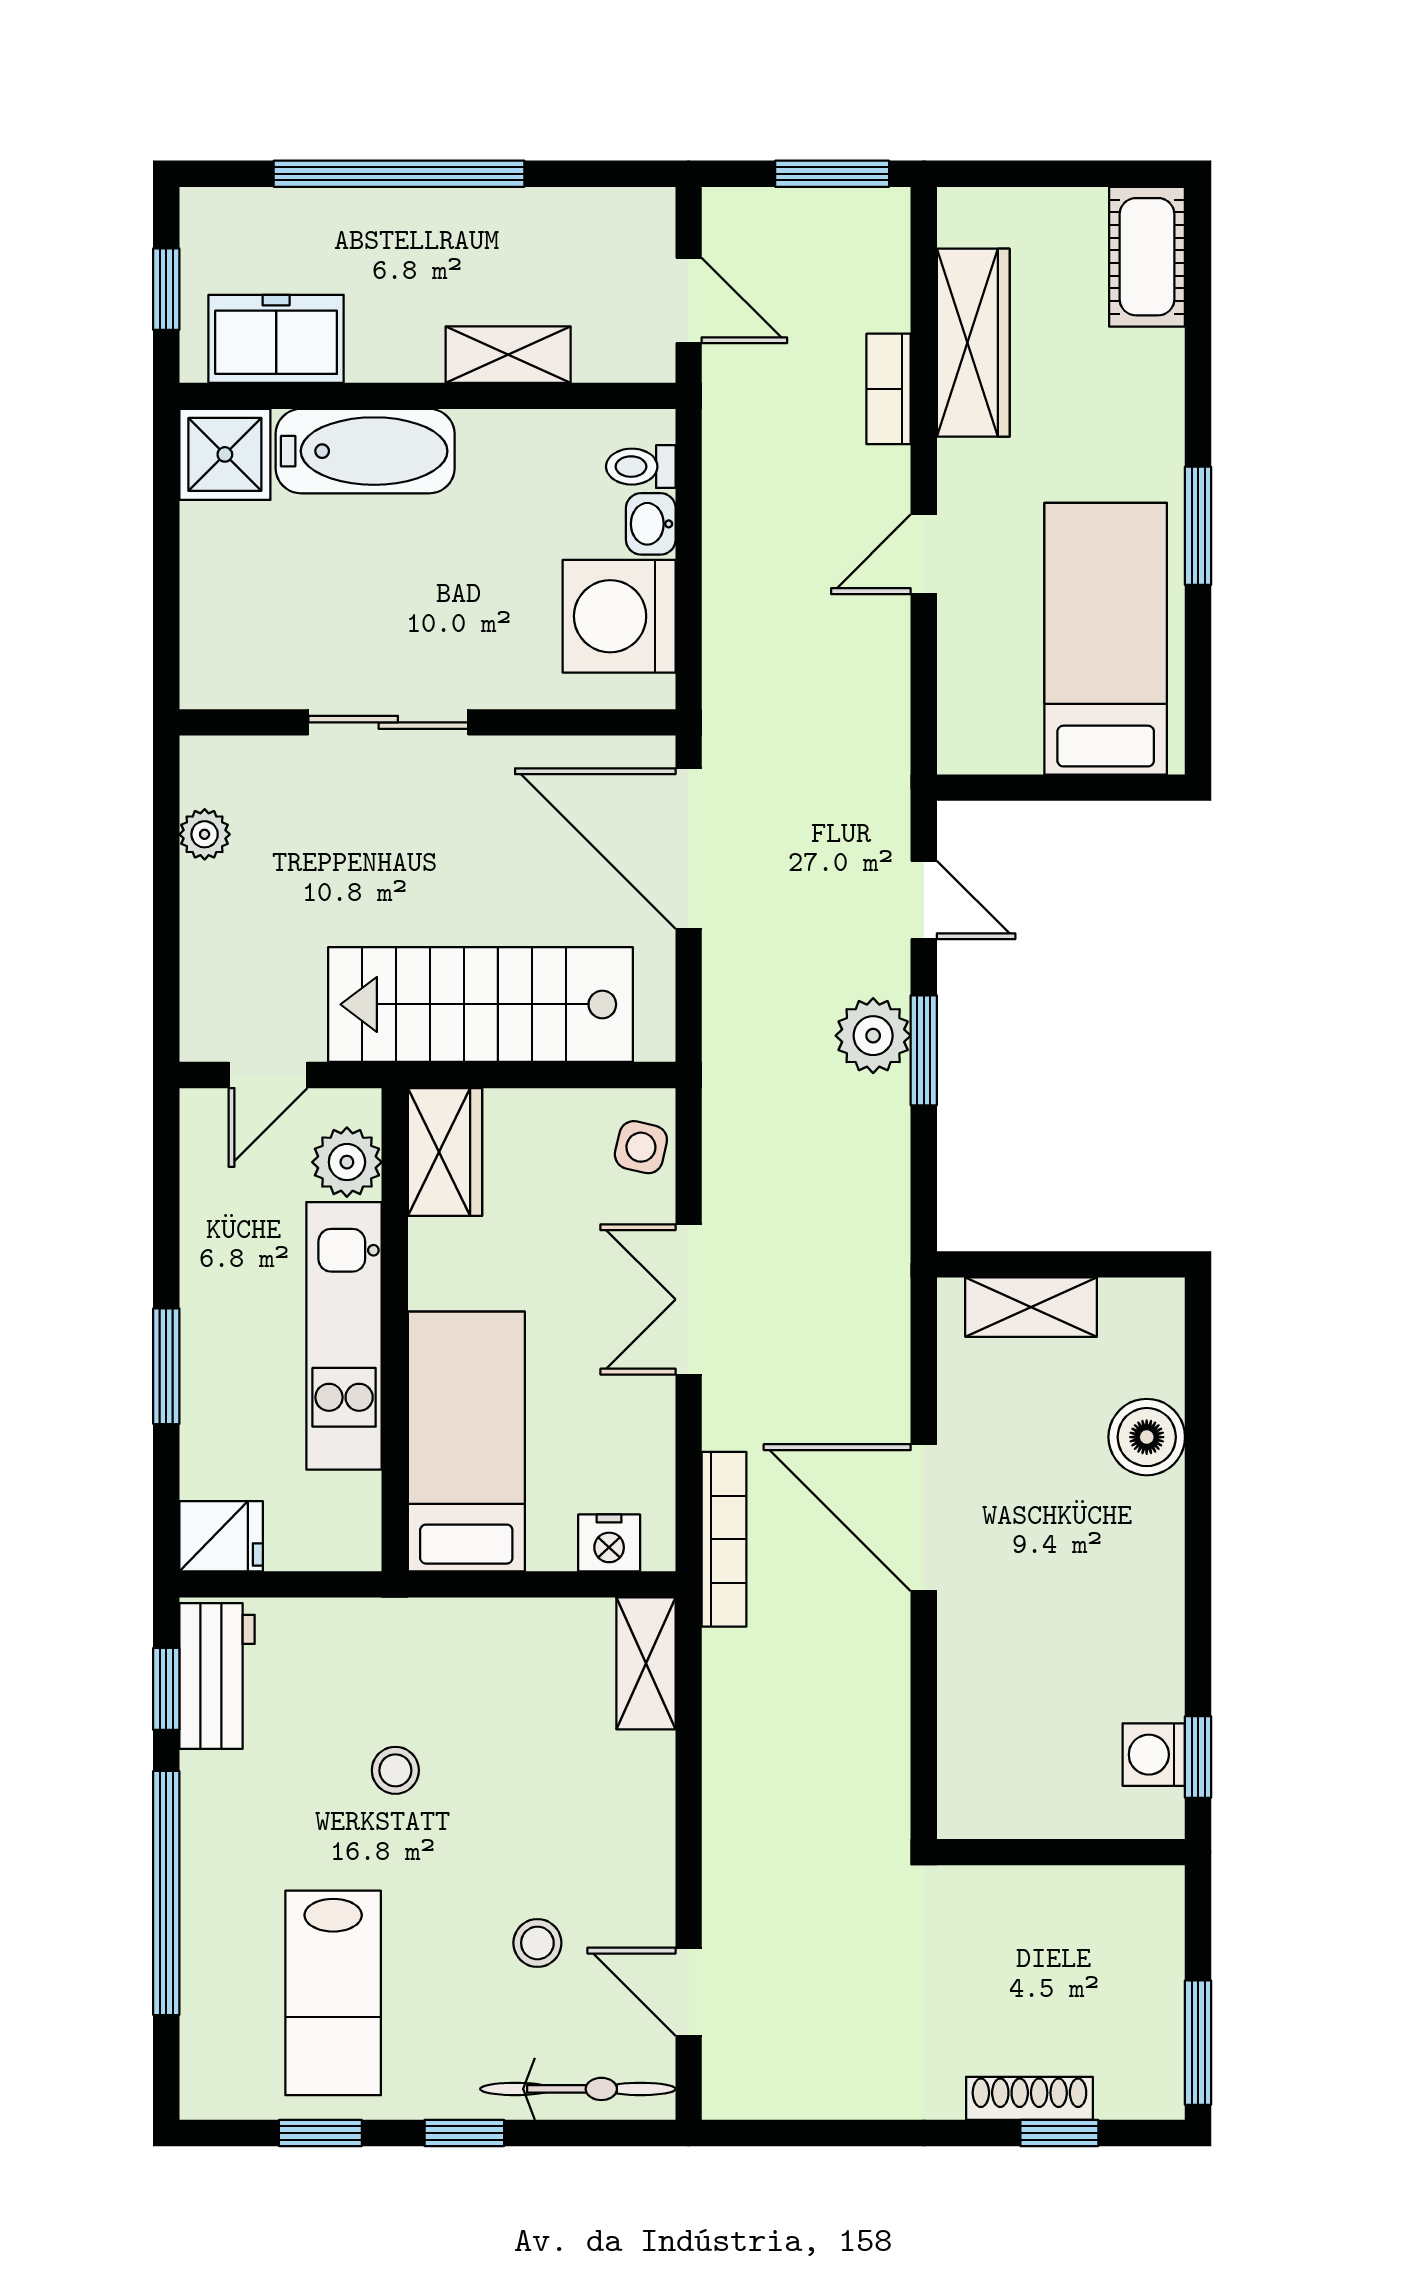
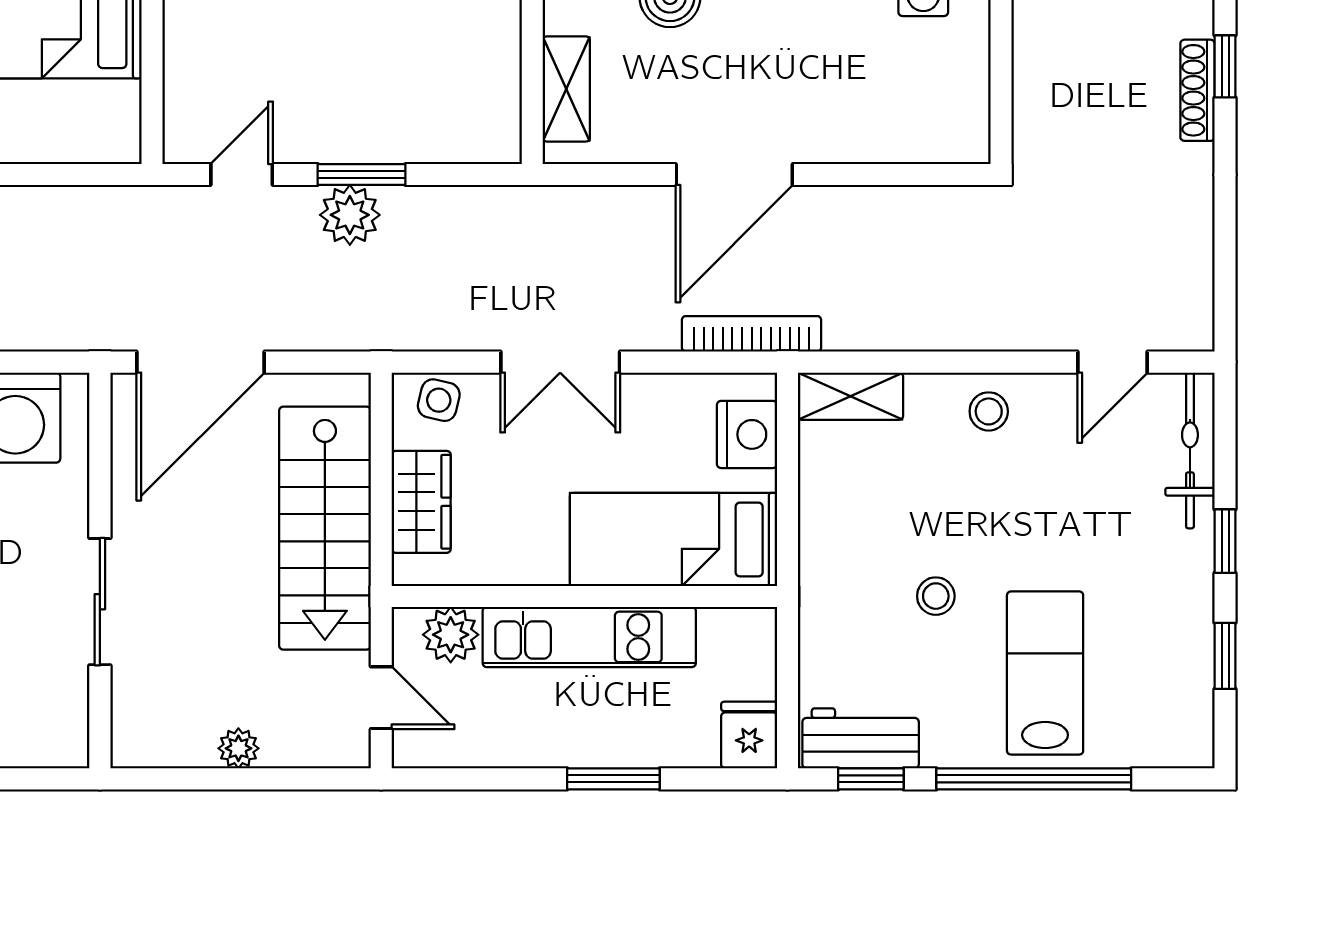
plant: (205, 834) -> (238, 748), moved
wardrobe: (445, 1152) -> (421, 502), moved, turned 90
nightstand: (609, 1543) -> (747, 434), width x1.36, depth x1.33
stool: (537, 1943) -> (989, 411), moved
lab bench: (333, 1993) -> (1045, 673), moved, turned -90

